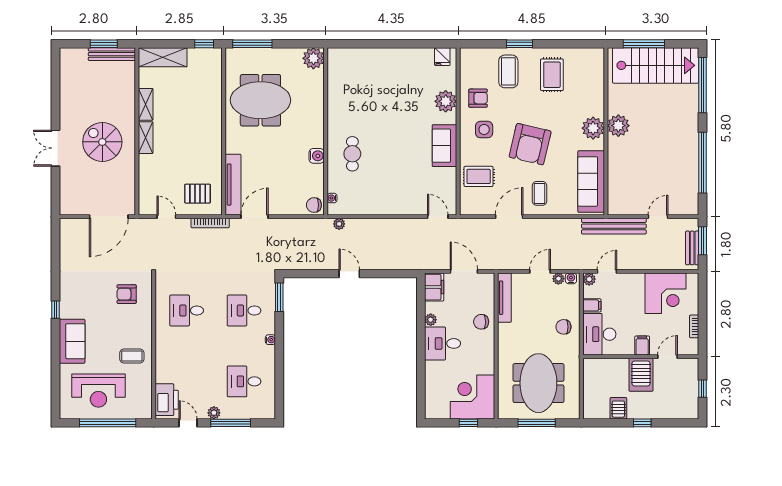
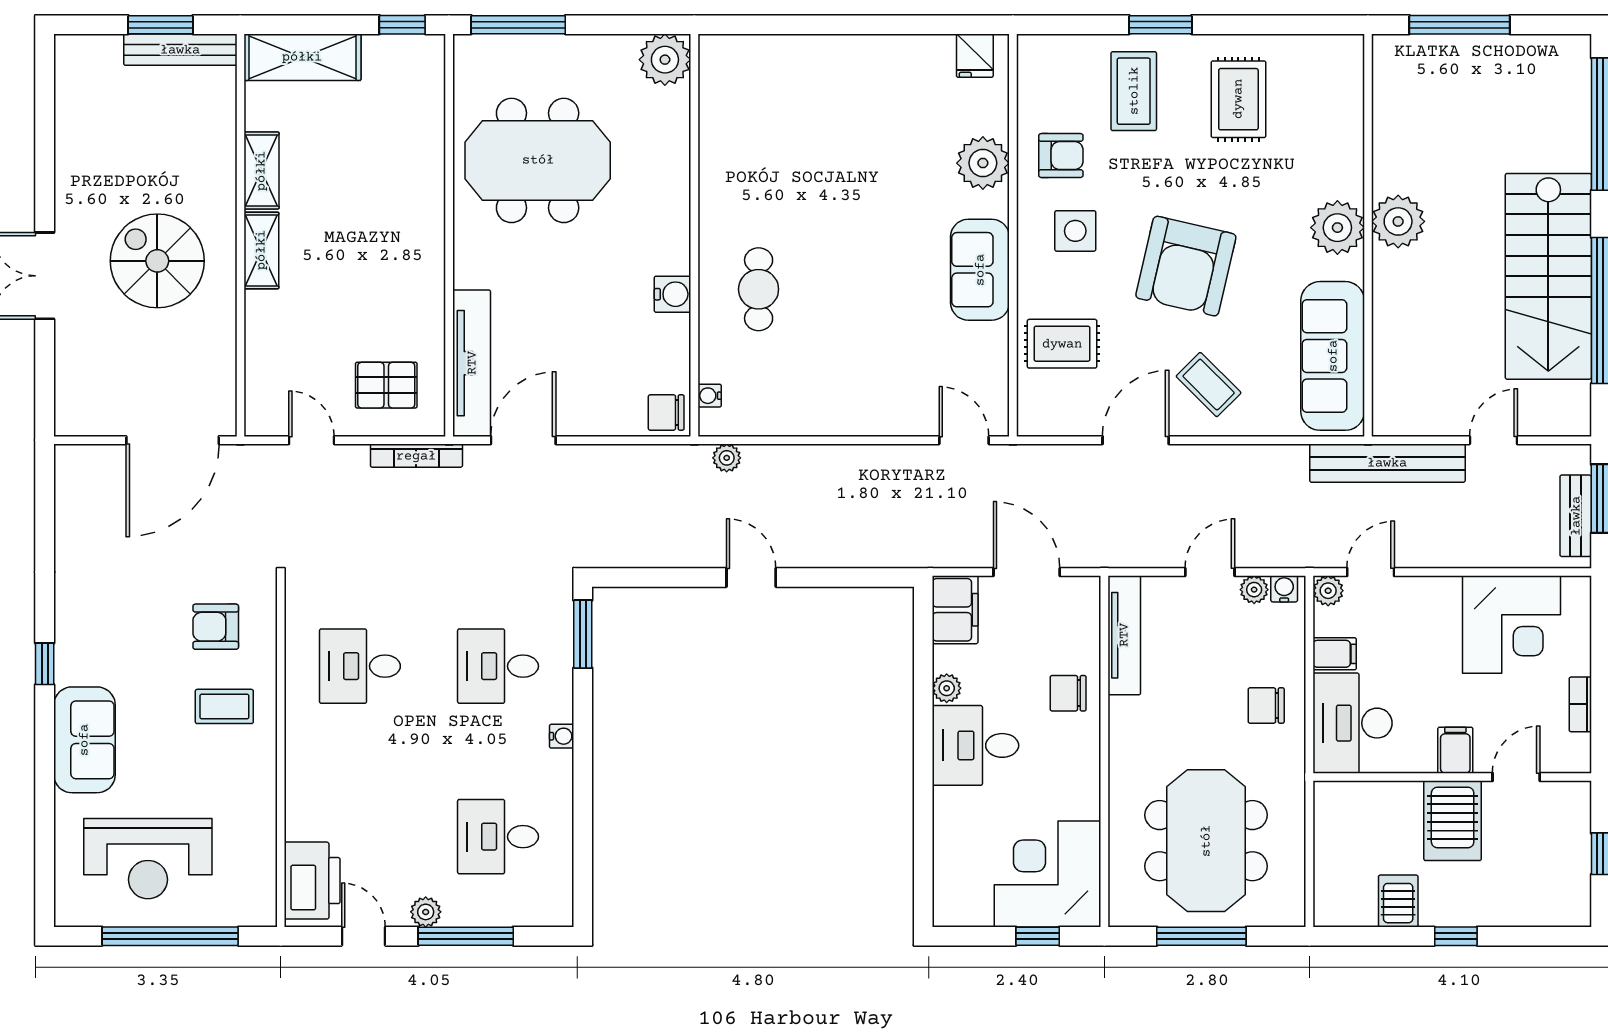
stairs: (656, 65) -> (1548, 276), moved, turned 90
coffee table: (539, 193) -> (1209, 385), turned -45
coffee table: (132, 356) -> (224, 706), moved

